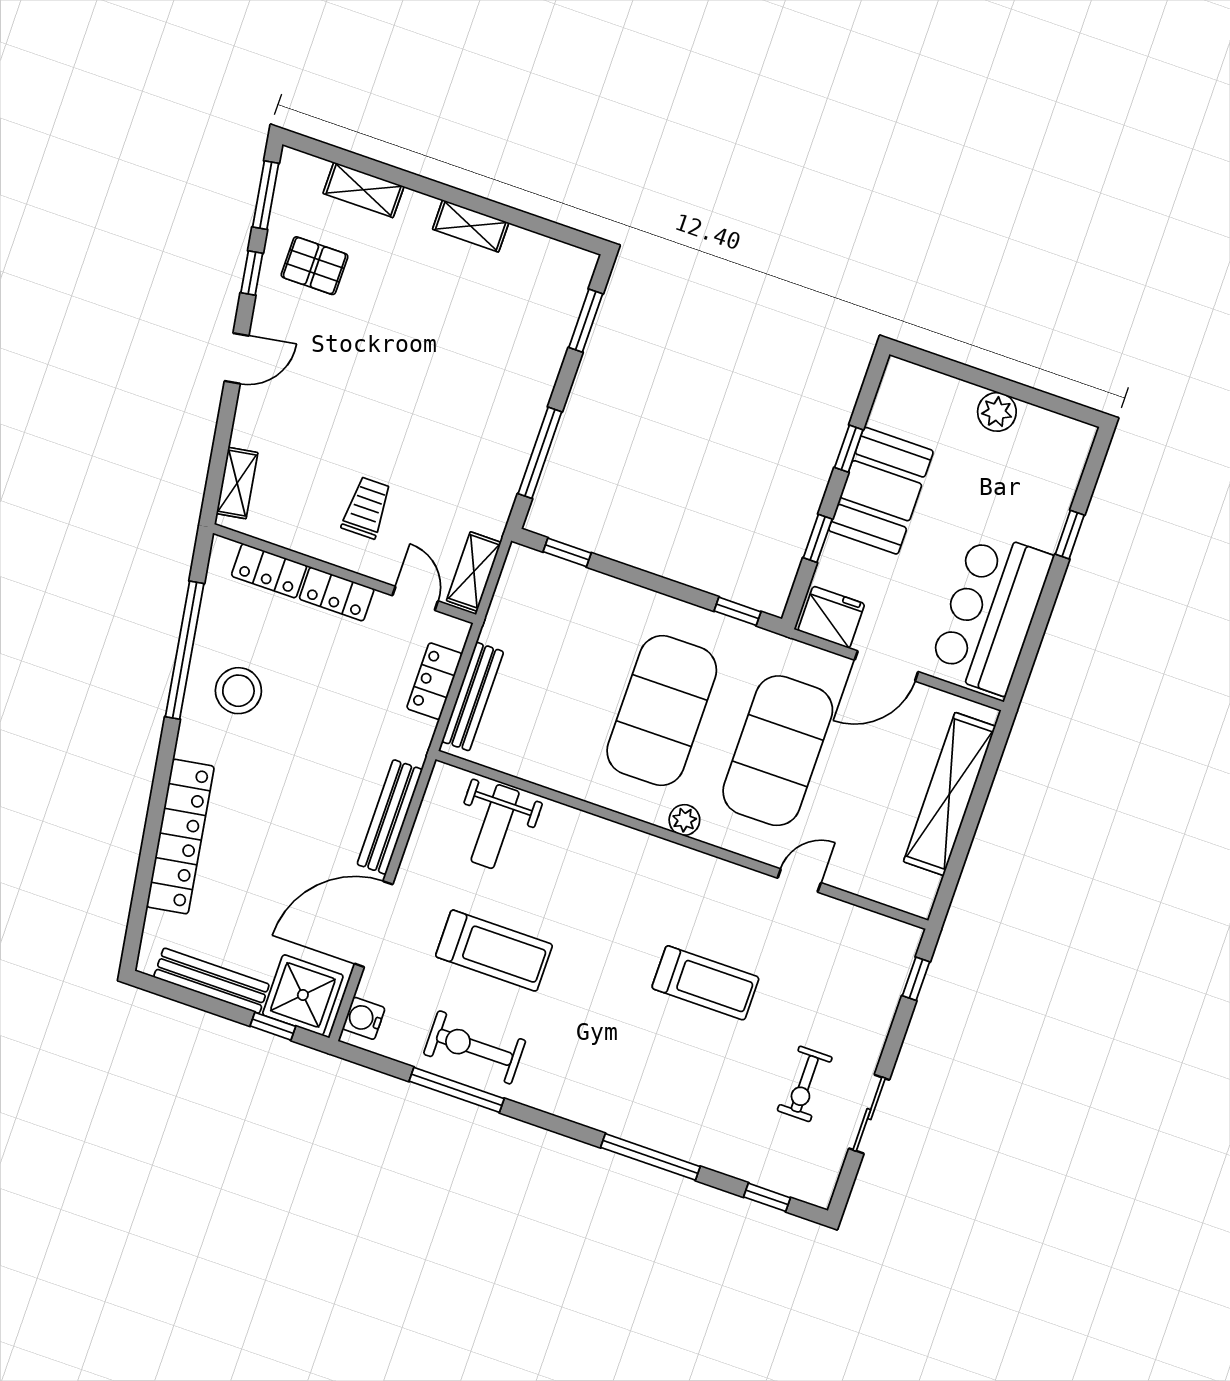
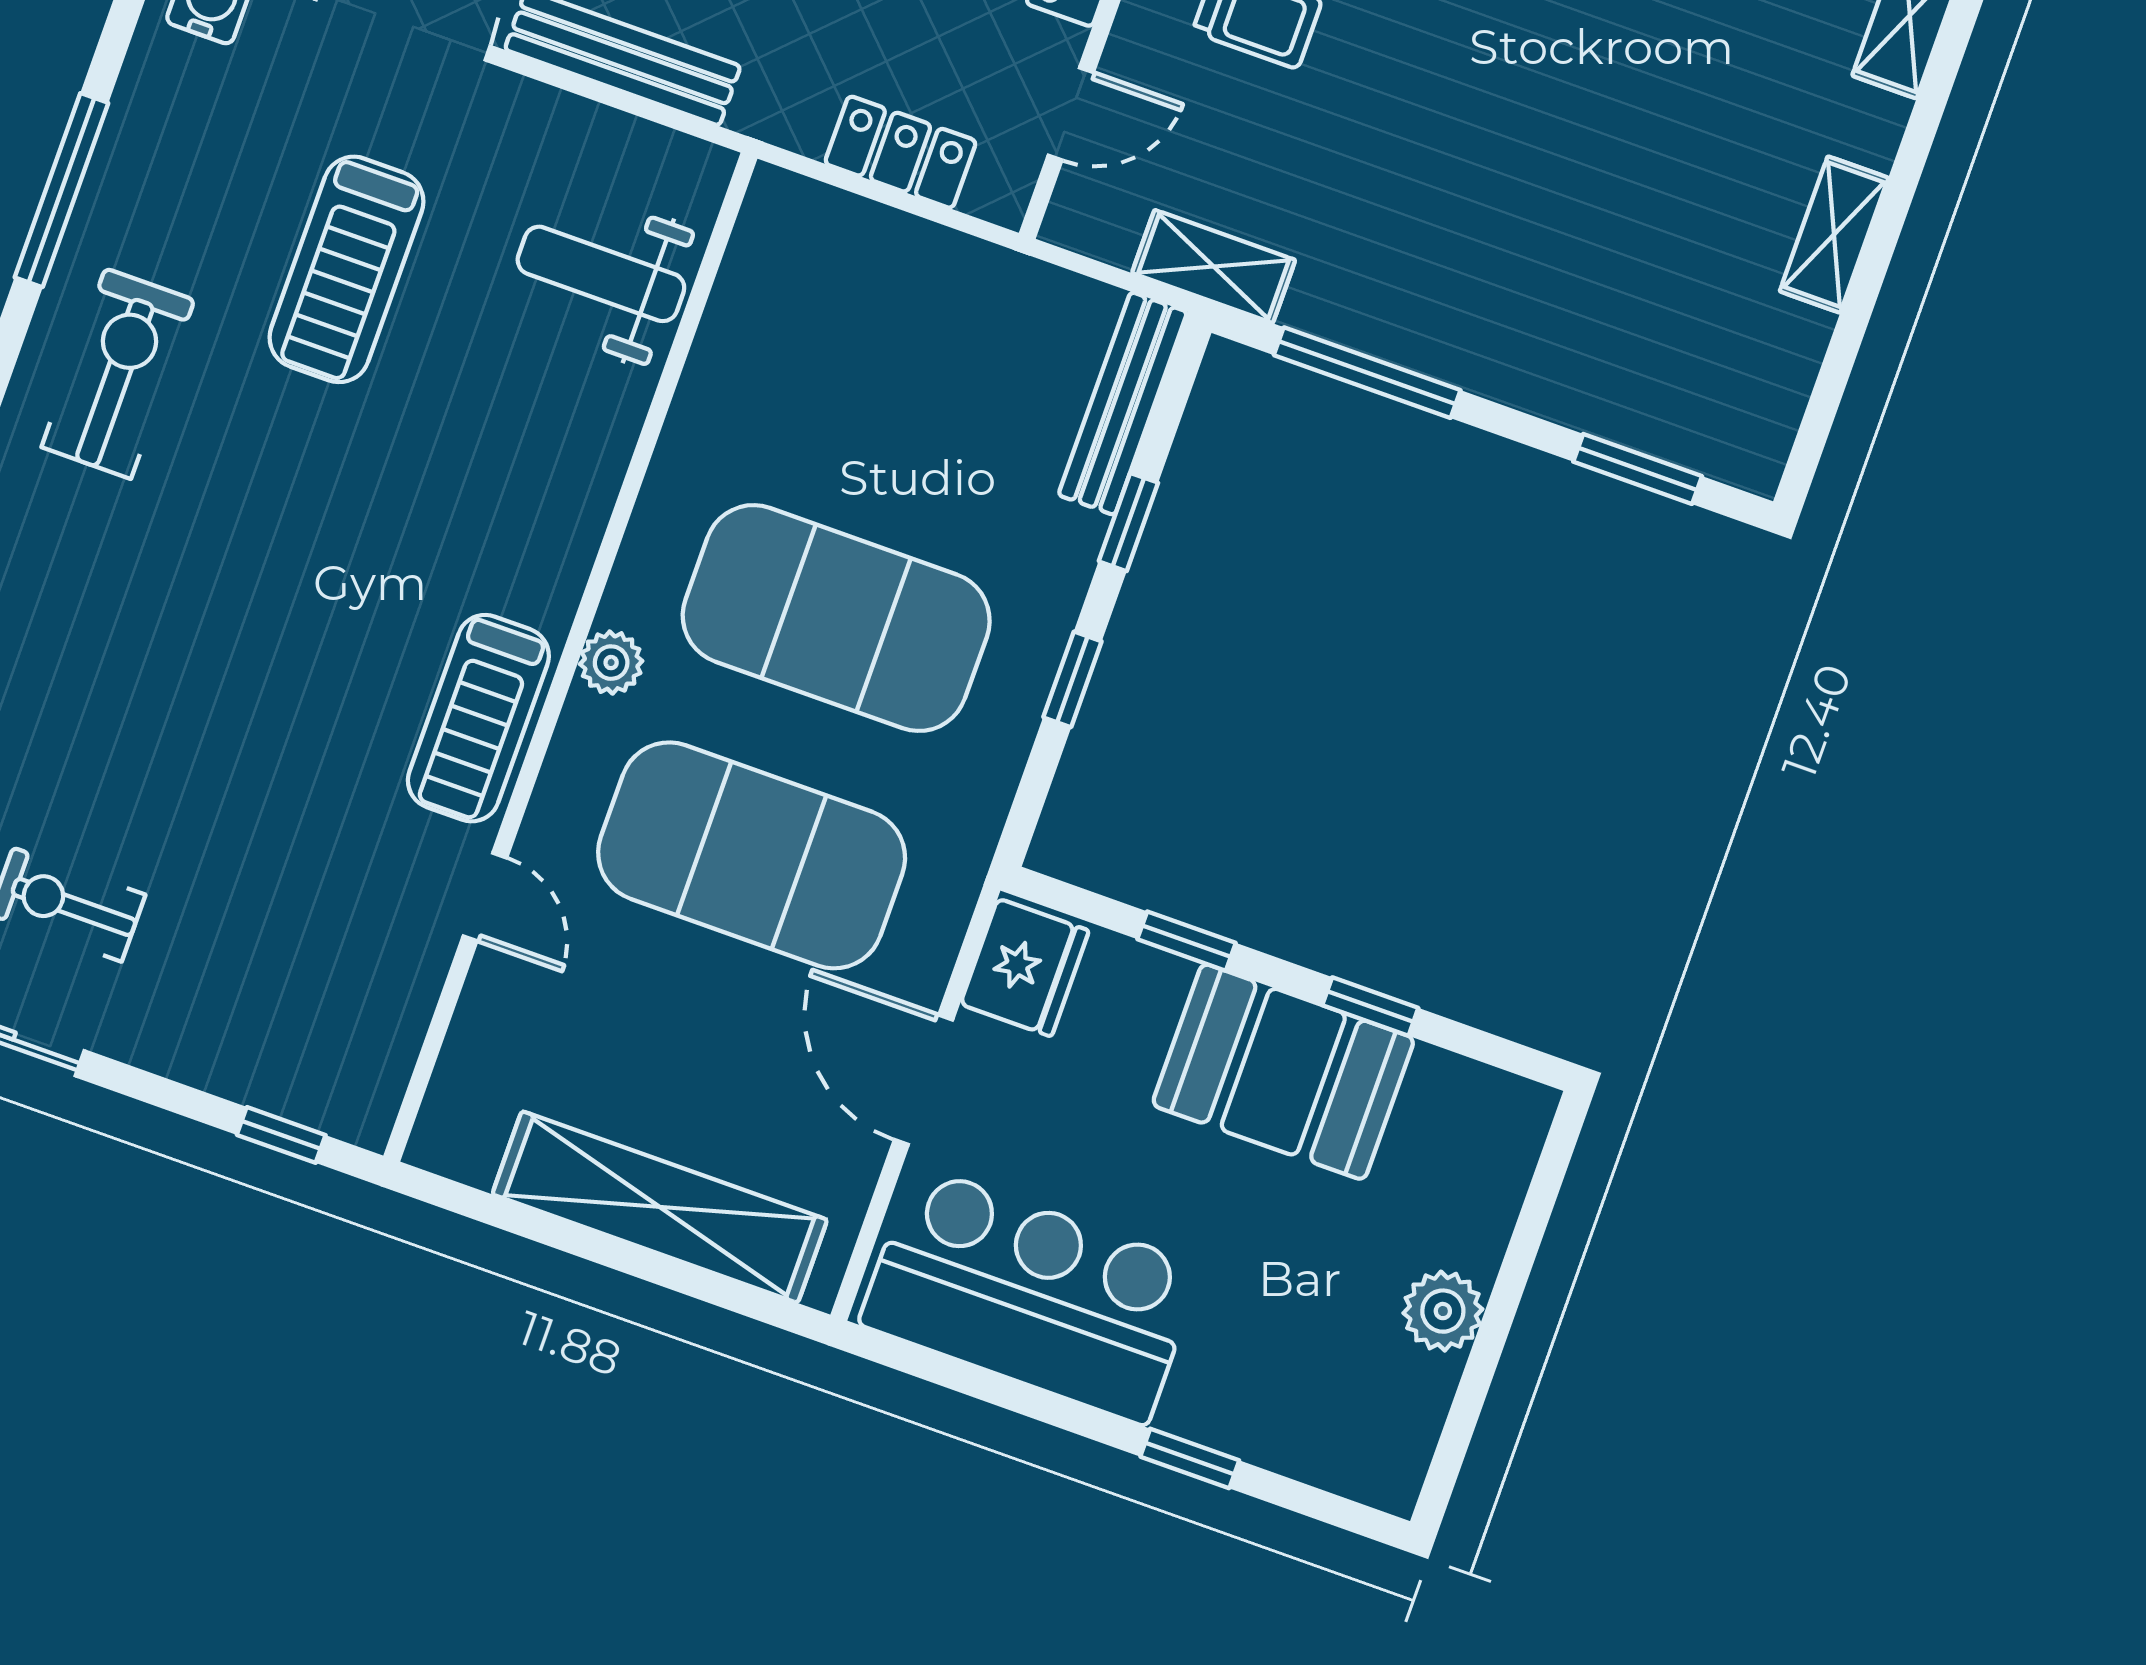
window: (567, 552) -> (1128, 522), moved
shelving: (474, 571) -> (1214, 266), moved
window: (738, 611) -> (1072, 679), moved
bench: (473, 697) -> (1123, 404), moved, turned 90
treadmill: (705, 983) -> (478, 718), moved
exercise bike: (475, 1047) -> (118, 374), moved

